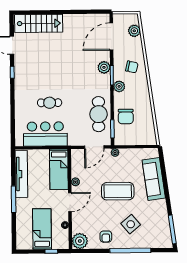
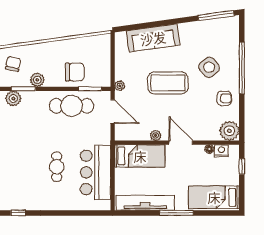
coffee table: (118, 191) -> (168, 83), turned 90
bed: (42, 229) -> (214, 197), moved
nightstand: (64, 235) -> (221, 151), added

